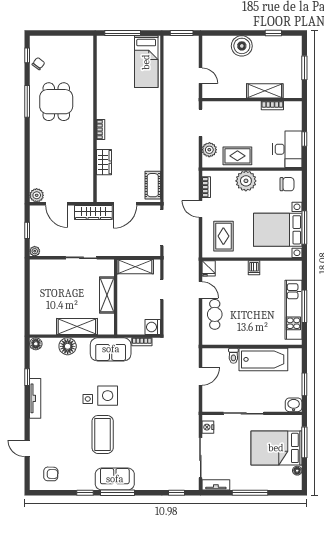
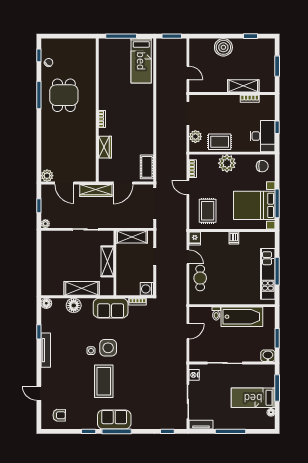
bed: (276, 448) -> (253, 398), width x0.67

